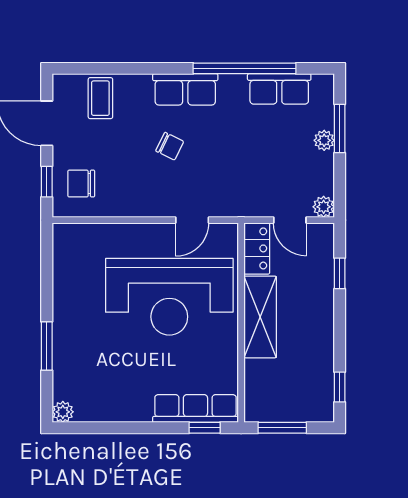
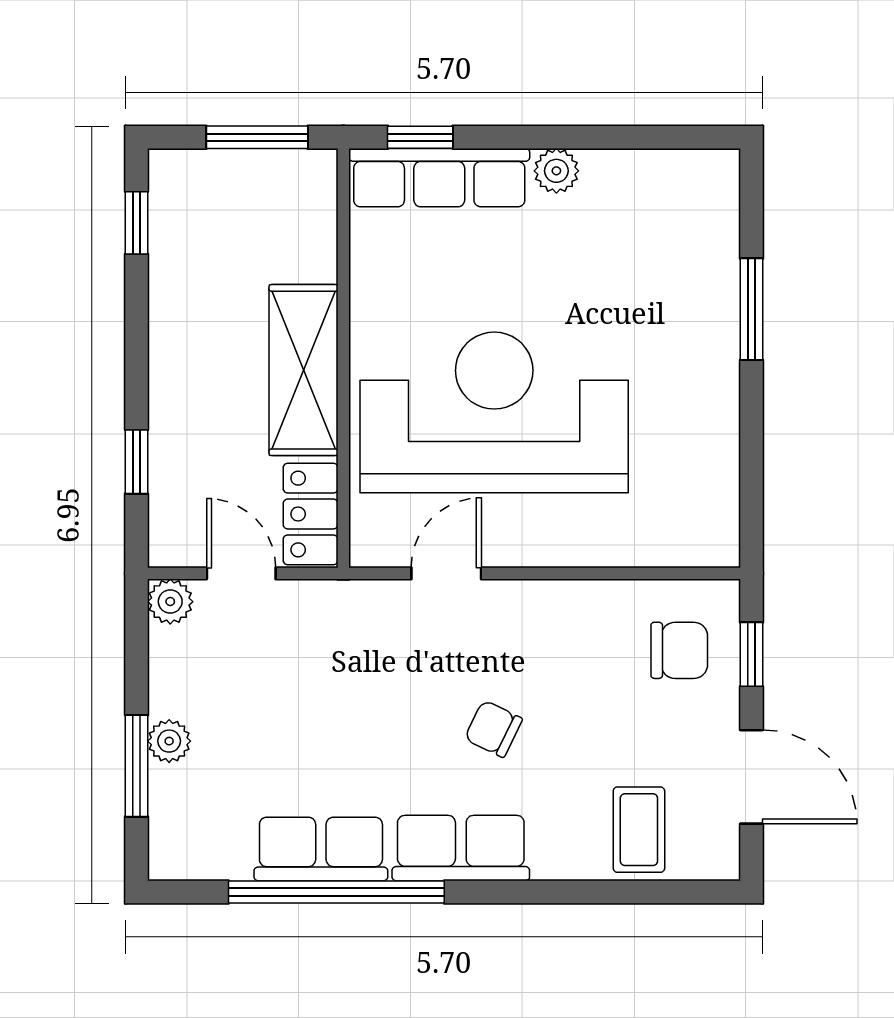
row of seats: (279, 89) -> (321, 849), moved
plant: (63, 412) -> (556, 171), moved

